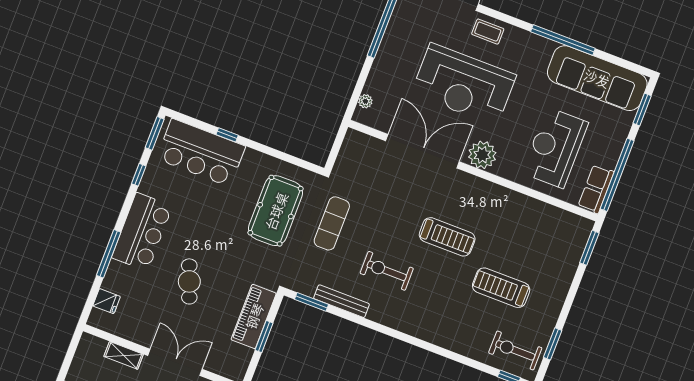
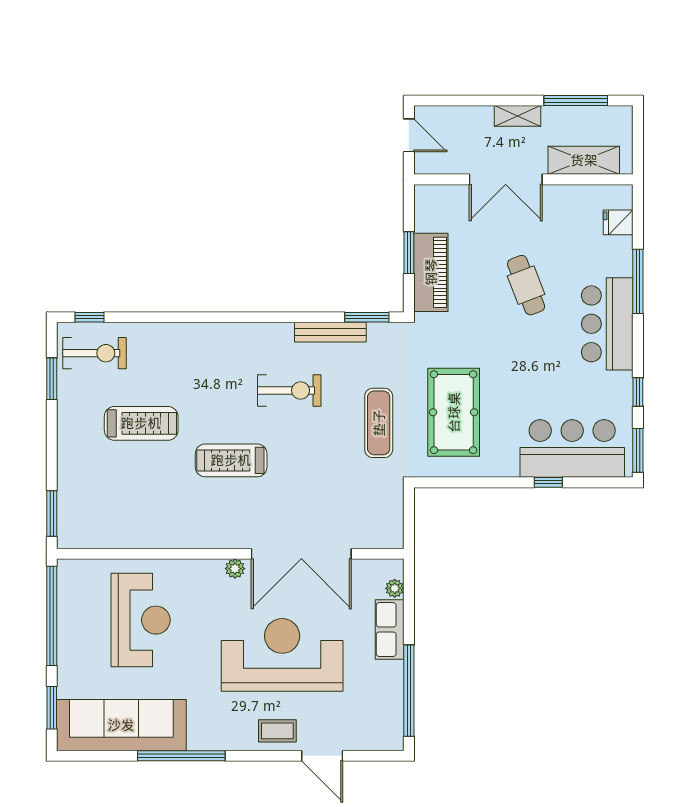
plant: (482, 155) -> (235, 569), width x0.53, depth x0.53
row of seats: (596, 189) -> (390, 630), moved, turned 180
shelving: (124, 355) -> (584, 160), width x1.50, depth x1.33

